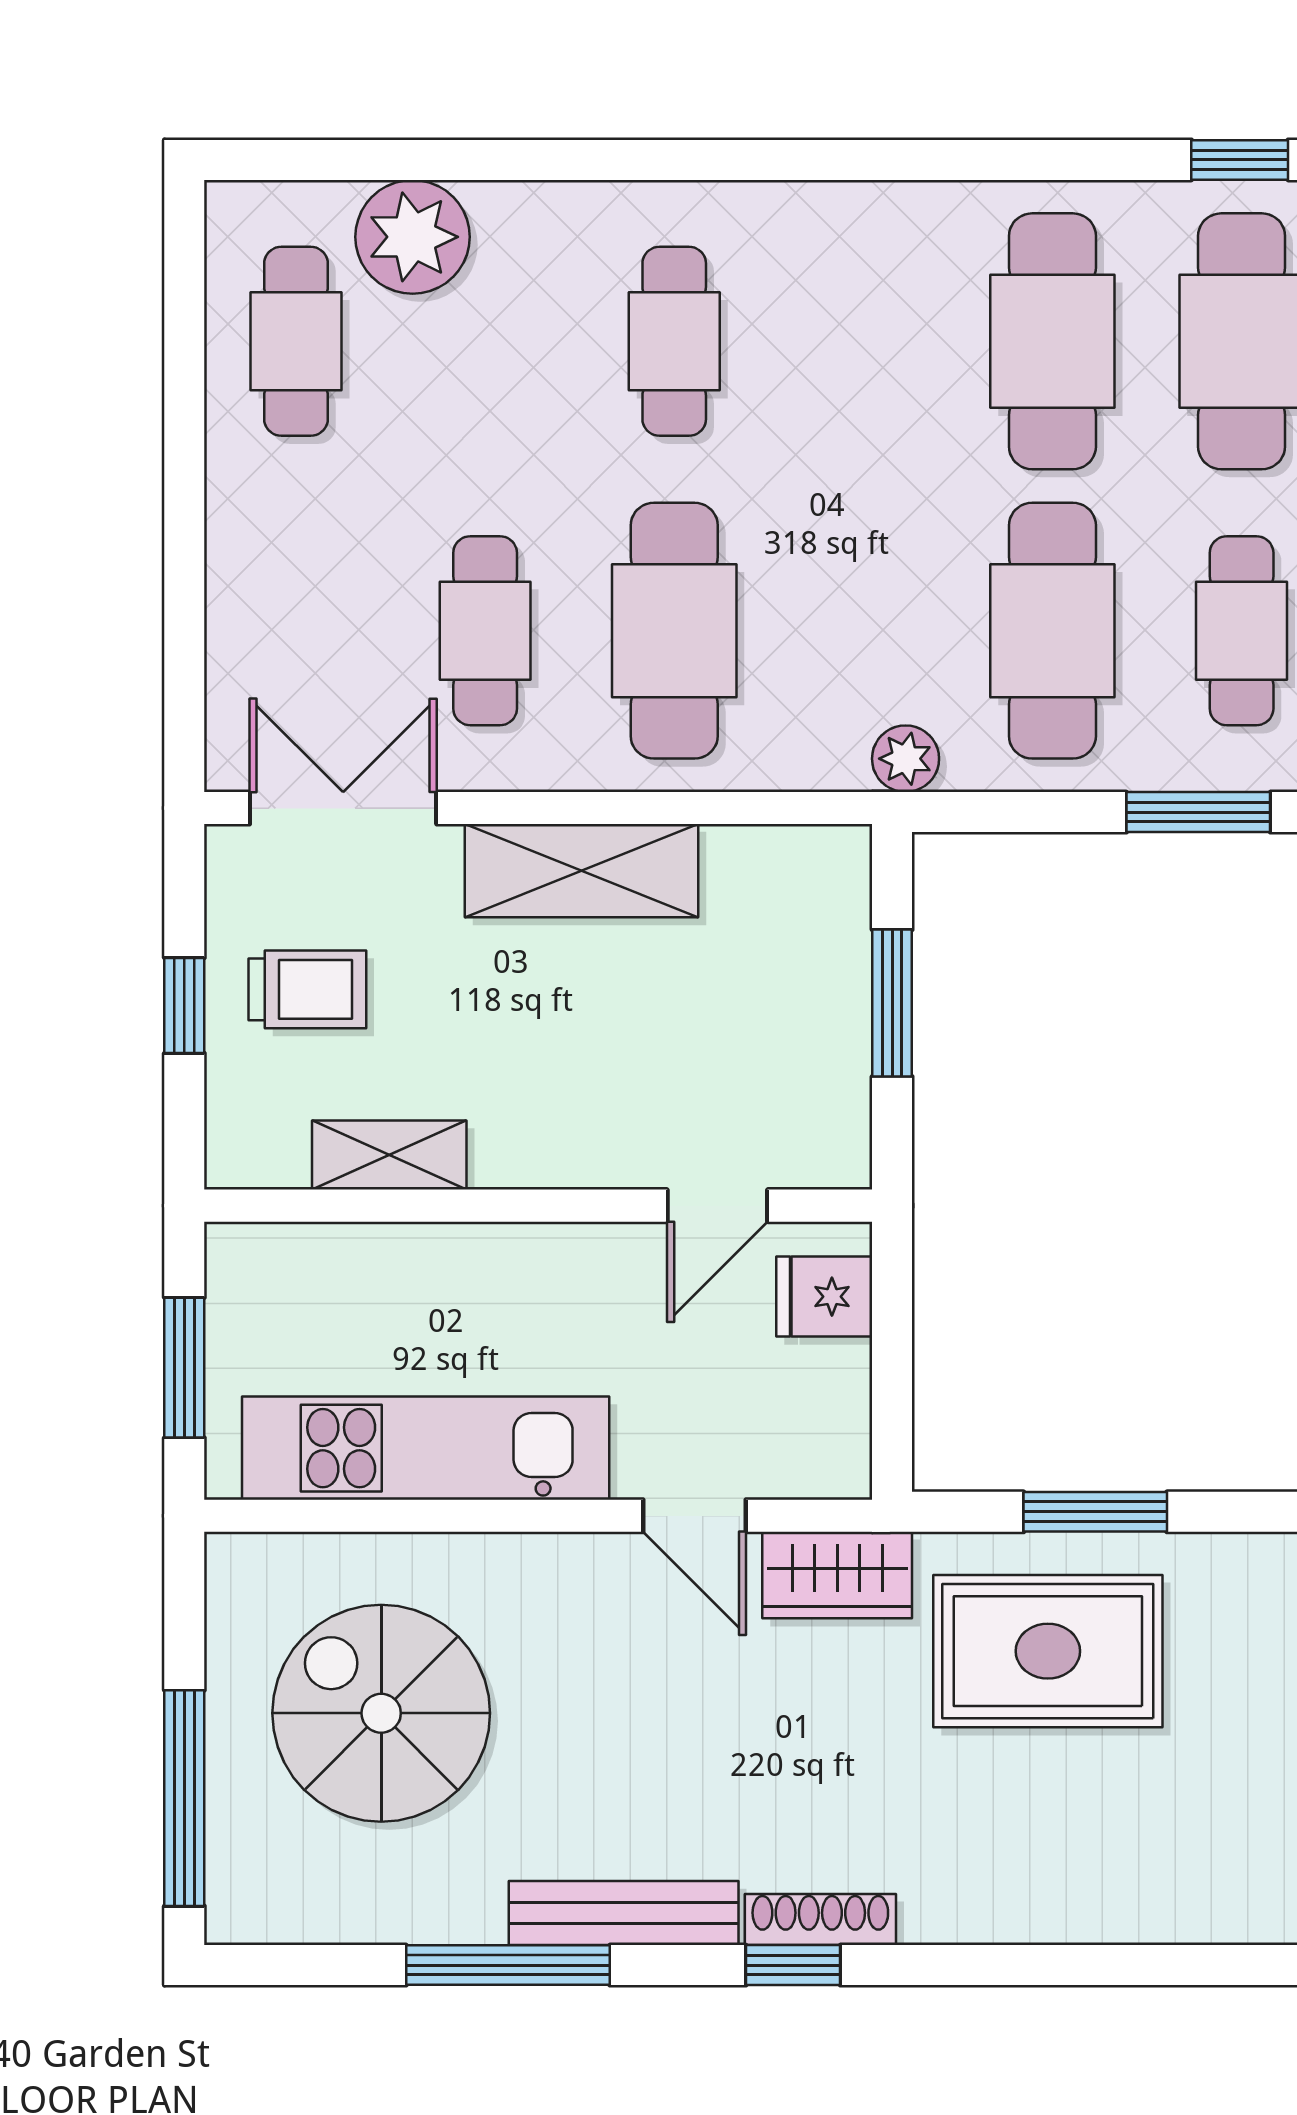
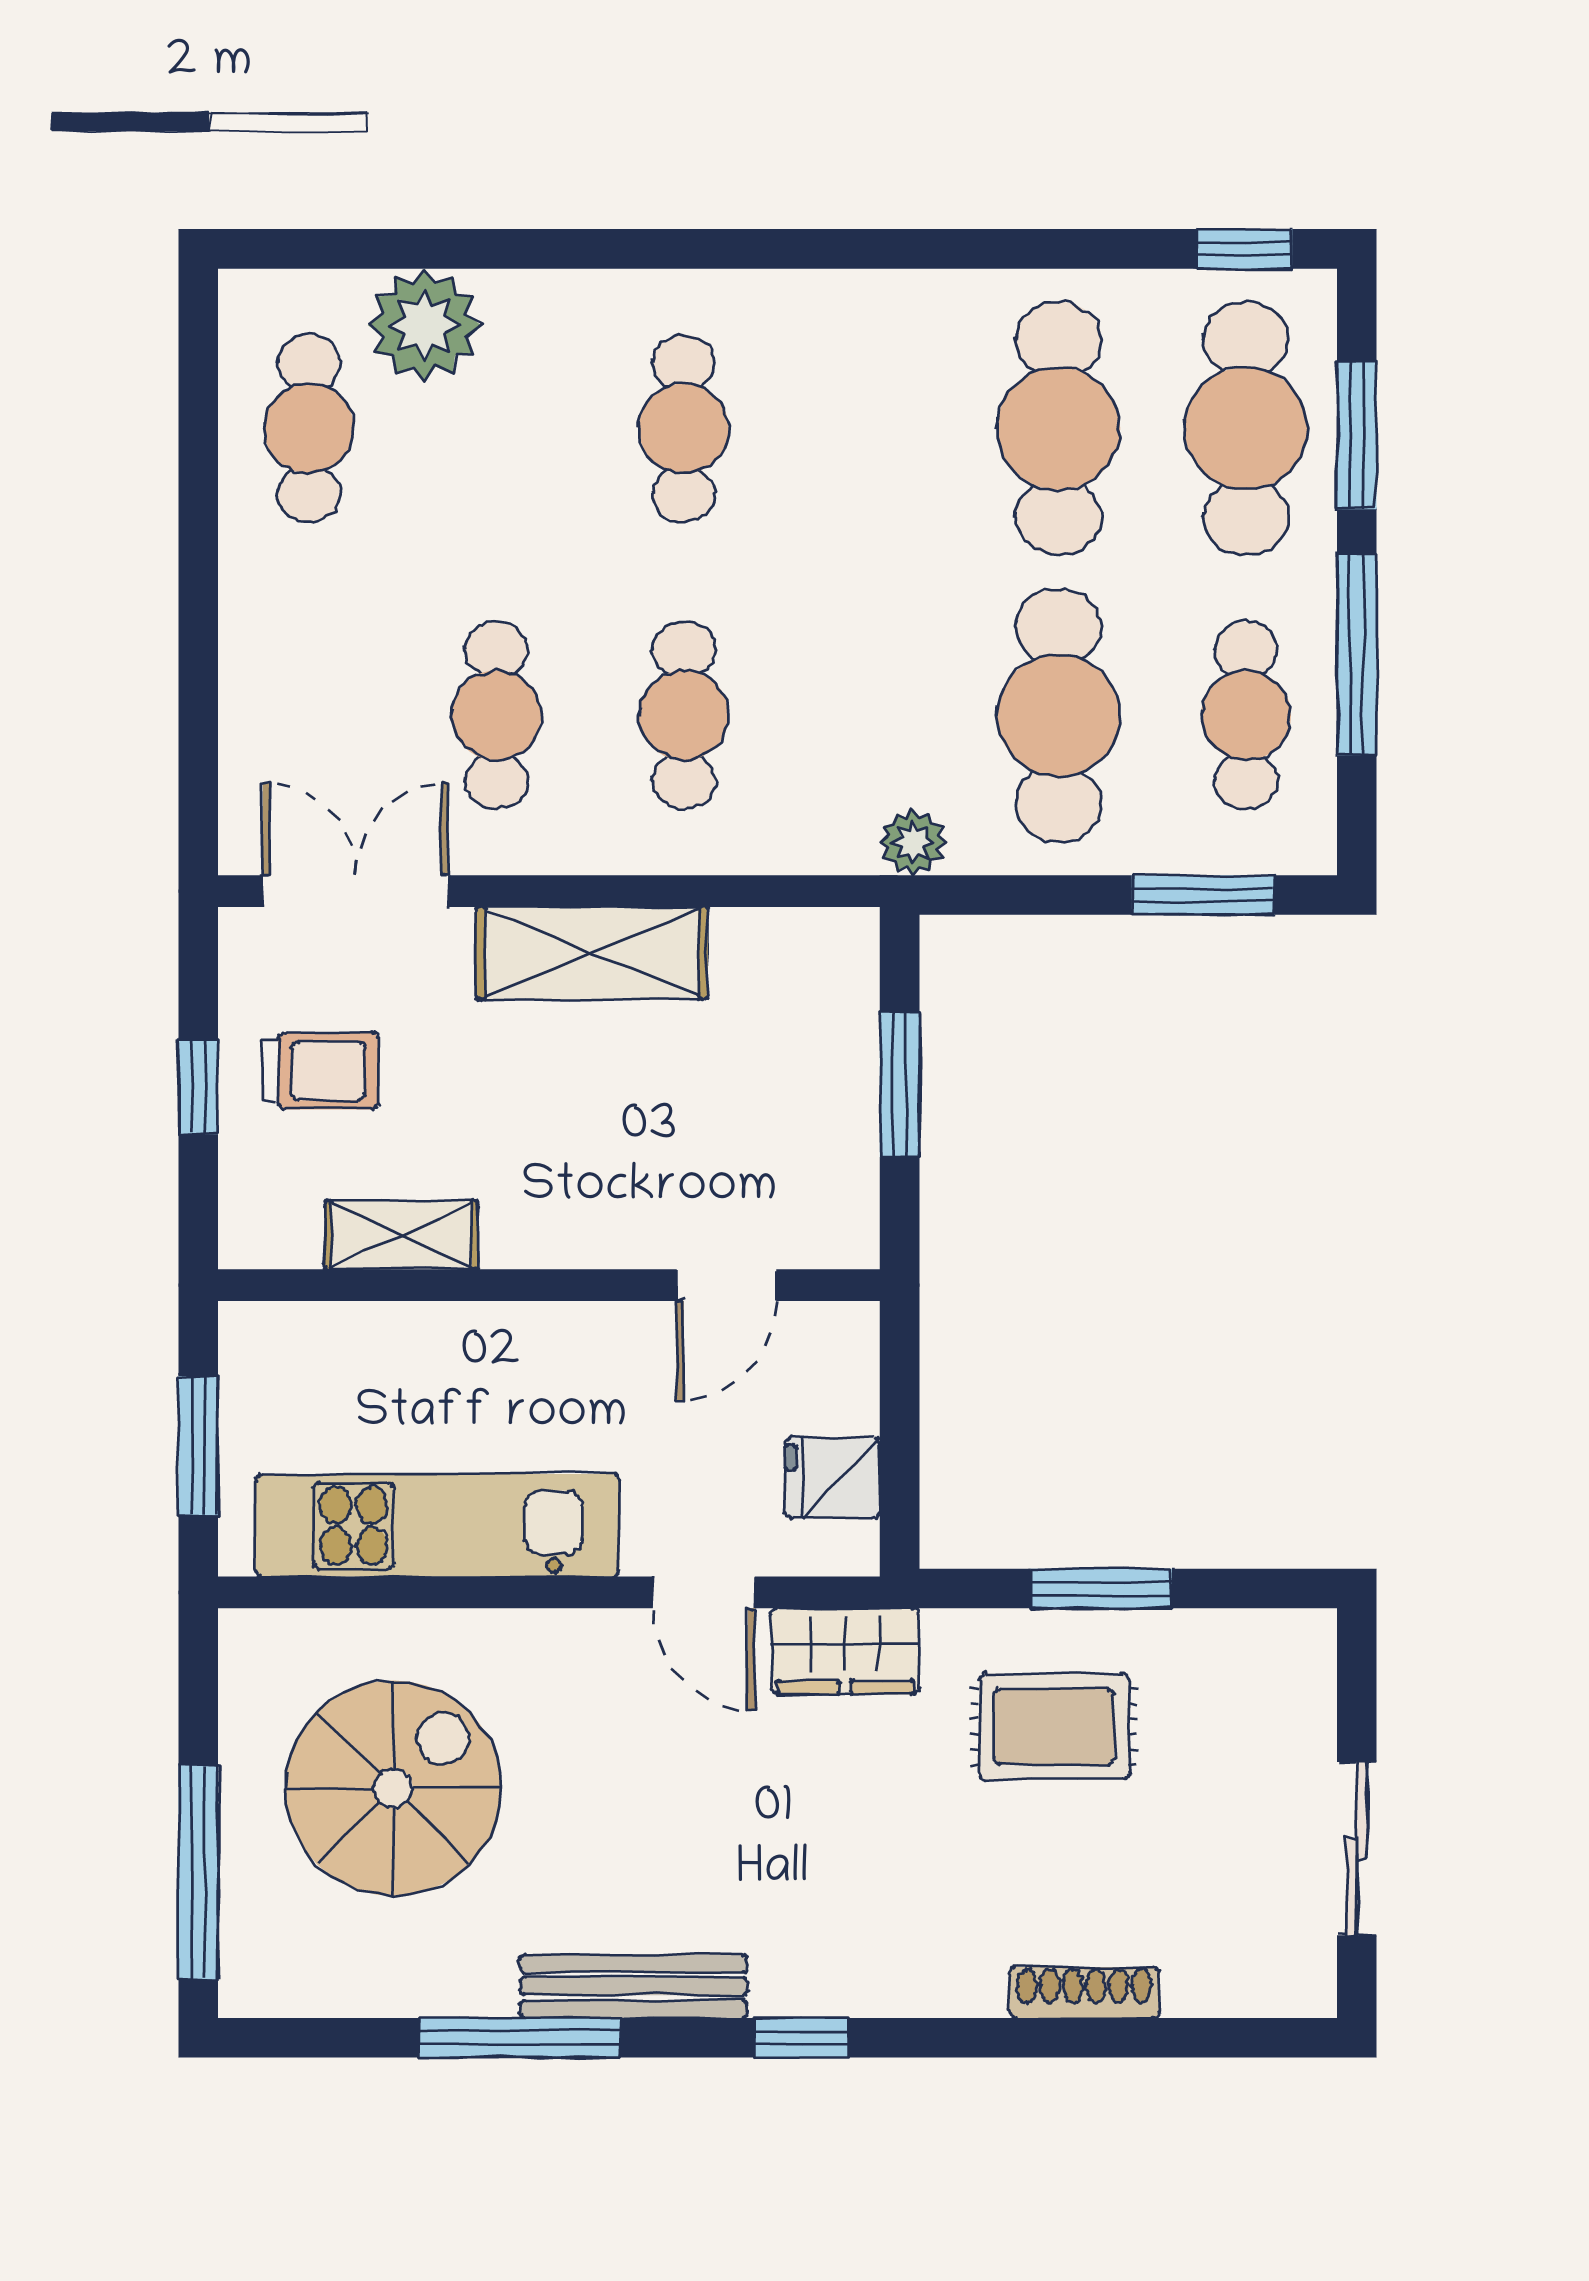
cafe table: (674, 631) -> (684, 715), width x0.73, depth x0.74
fridge: (824, 1297) -> (832, 1478), moved
rug: (1048, 1651) -> (1054, 1727), width x0.73, depth x0.70
spiral stairs: (381, 1713) -> (393, 1788), turned 90
shoe rack: (820, 1919) -> (1084, 1993), moved

